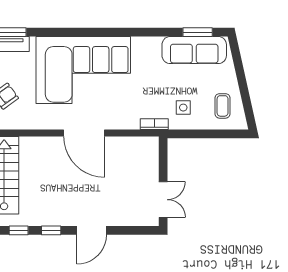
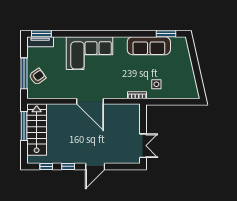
sofa: (194, 50) -> (149, 46), moved
corner sofa: (83, 70) -> (90, 53), width x0.73, depth x0.74
coffee table: (223, 106) -> (183, 83), removed

